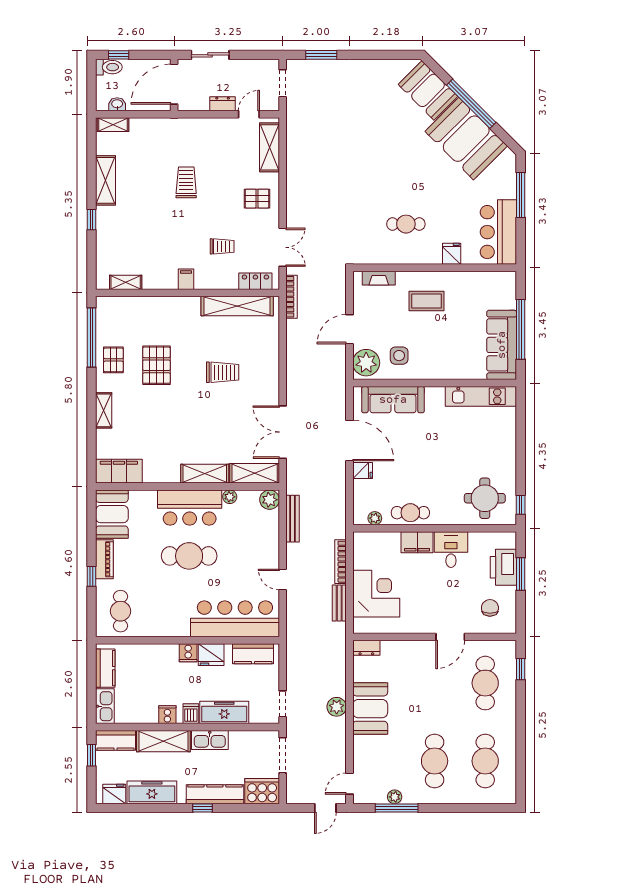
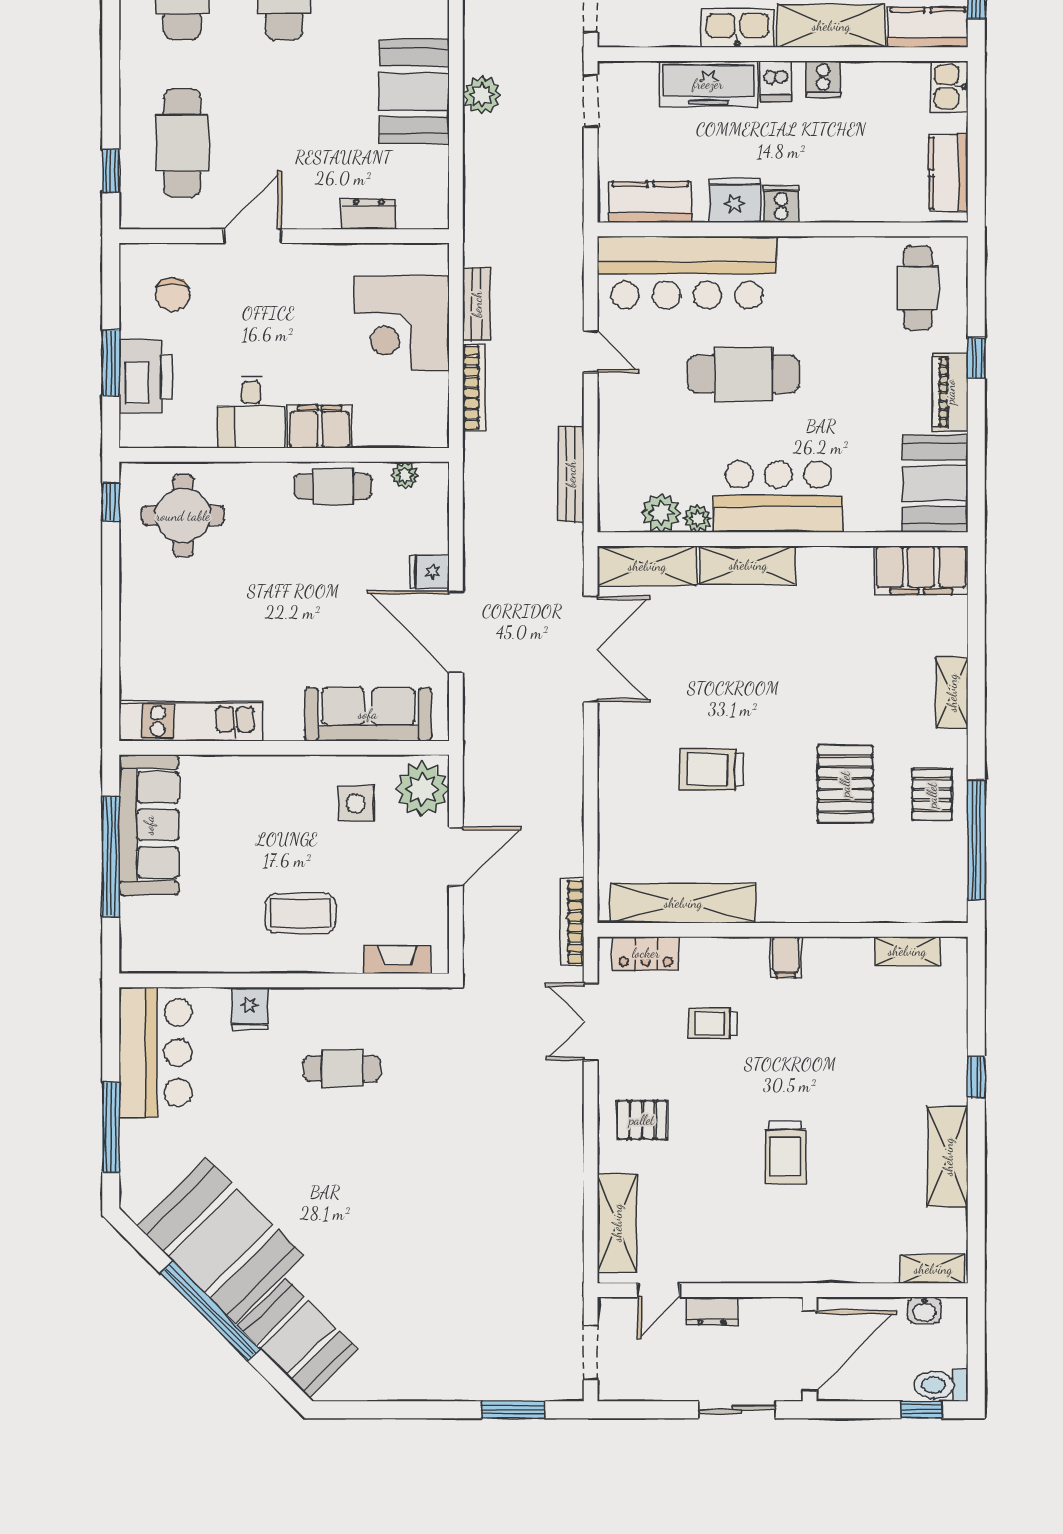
plant: (270, 500) -> (661, 513), moved
cafe table: (189, 556) -> (743, 374), moved
dresser: (366, 648) -> (369, 214), moved
kitchen sink: (105, 706) -> (949, 87), width x0.73

